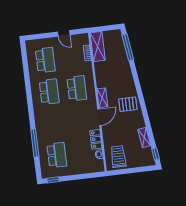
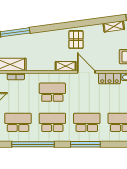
window: (27, 76) -> (33, 144), added
school desk: (53, 123) -> (87, 122), added
window: (35, 143) -> (85, 144), moved

